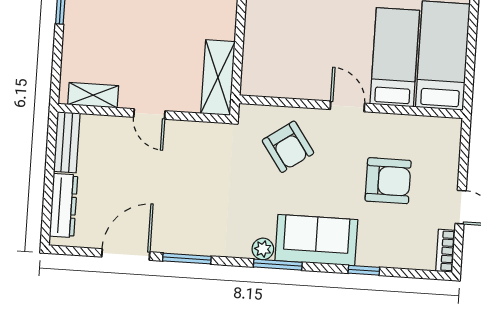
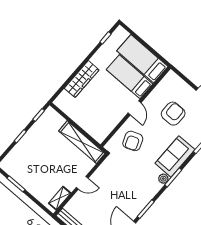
shelving: (218, 78) -> (82, 142), width x1.47
door: (347, 106) -> (134, 108), swing flipped
armchair: (288, 147) -> (133, 141), turned 104

